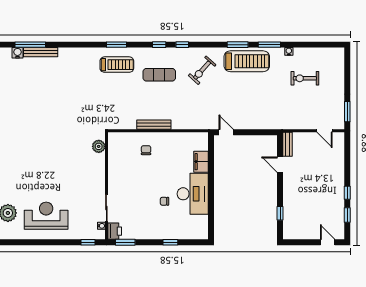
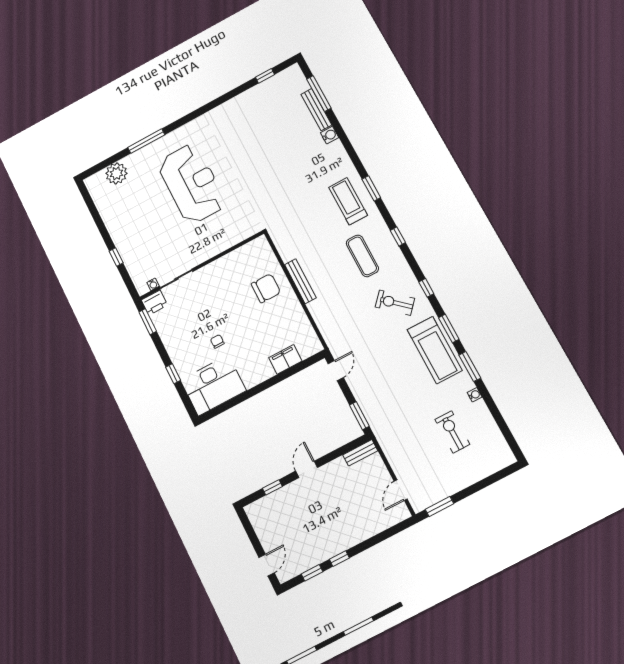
window: (182, 45) -> (426, 288), moved
water cooler: (18, 53) -> (330, 135), moved
treadmill: (117, 65) -> (348, 201), turned 180
window: (263, 132) -> (359, 416), added
plant: (99, 146) -> (242, 232), removed
chair: (146, 150) -> (266, 288), width x1.87, depth x1.87
door: (280, 165) -> (307, 469), moved
desk: (193, 194) -> (213, 385), moved
reception desk: (46, 216) -> (192, 184), moved, width x1.36, depth x1.30
window: (88, 242) -> (116, 257), moved

